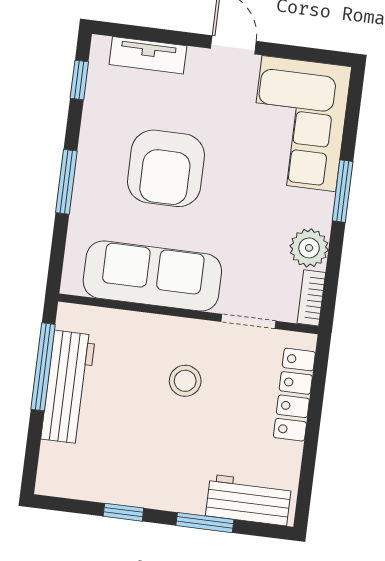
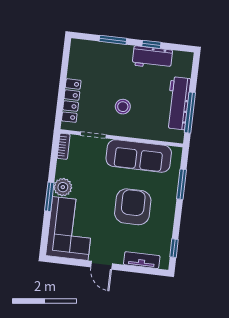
window: (66, 182) -> (182, 184), moved
plant: (309, 248) -> (63, 187), moved
workbench: (249, 500) -> (152, 58), moved

